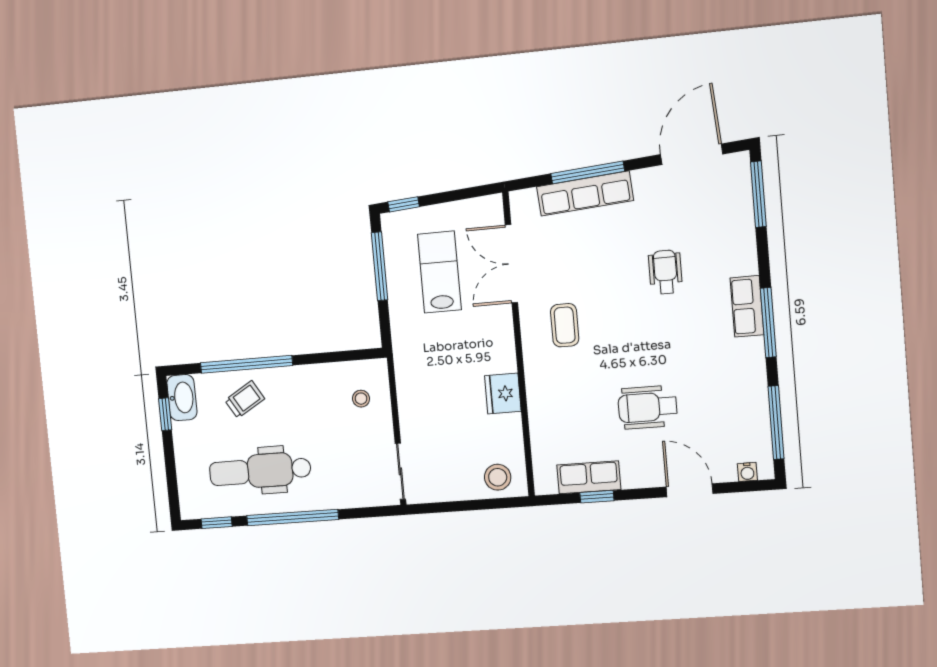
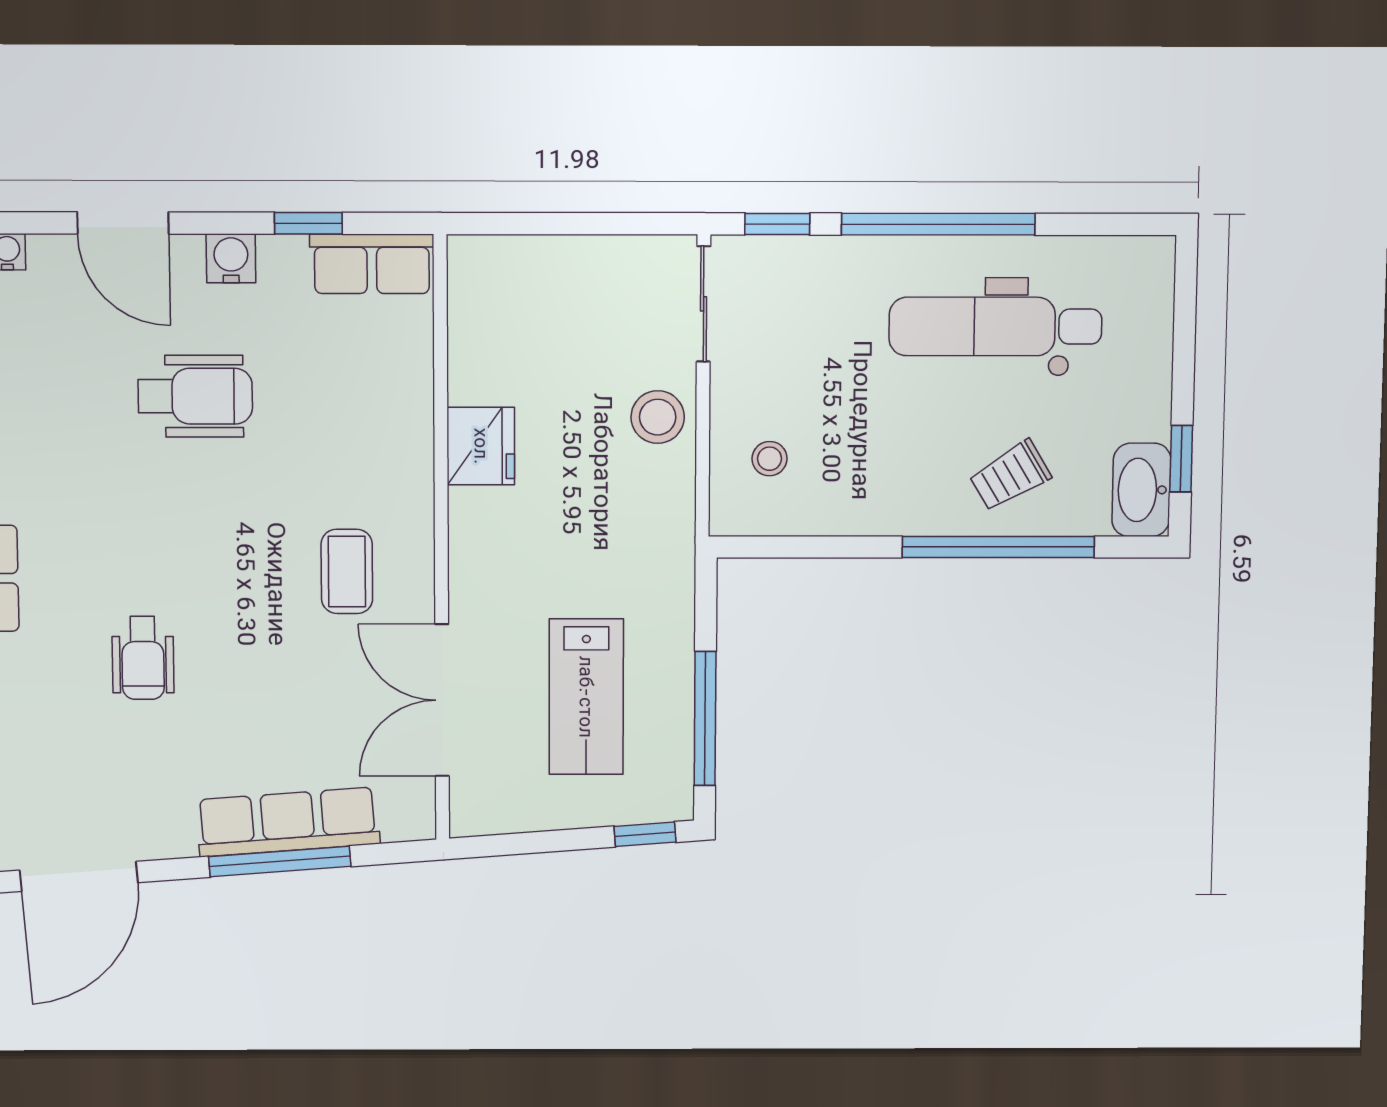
double door: (511, 264) -> (442, 700), swing flipped
dental chair: (260, 471) -> (995, 326), turned 180
stool: (498, 477) -> (658, 417), moved
row of seats: (589, 477) -> (372, 264), moved
water cooler: (634, 477) -> (231, 258), added
window: (217, 523) -> (777, 224), moved

